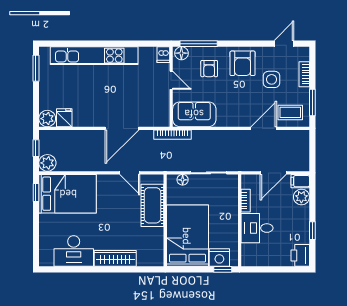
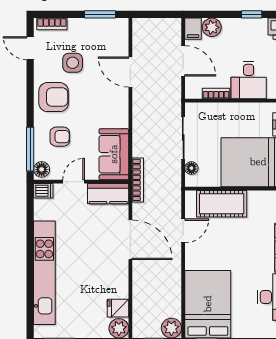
bookcase: (304, 74) -> (52, 24), moved
kitchen counter: (161, 109) -> (108, 194), added
coffee table: (290, 112) -> (112, 41), removed

